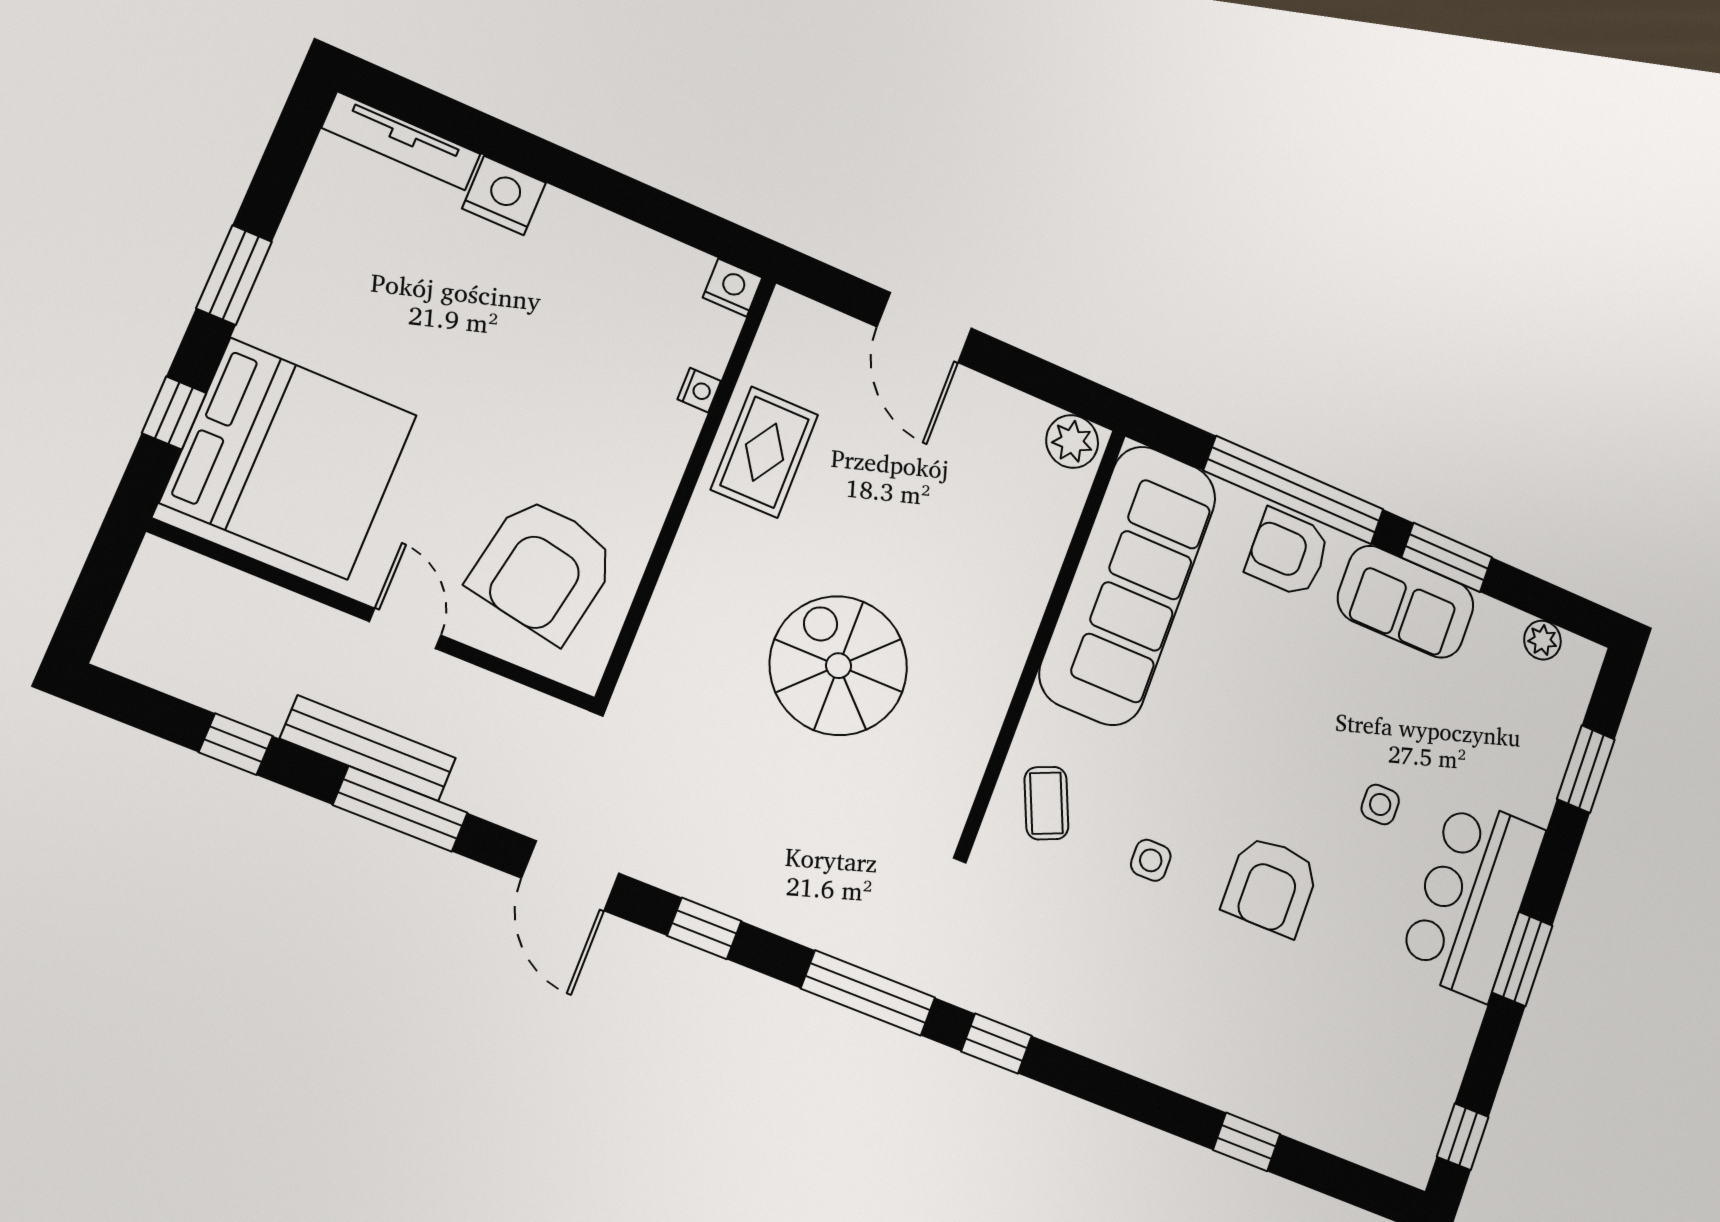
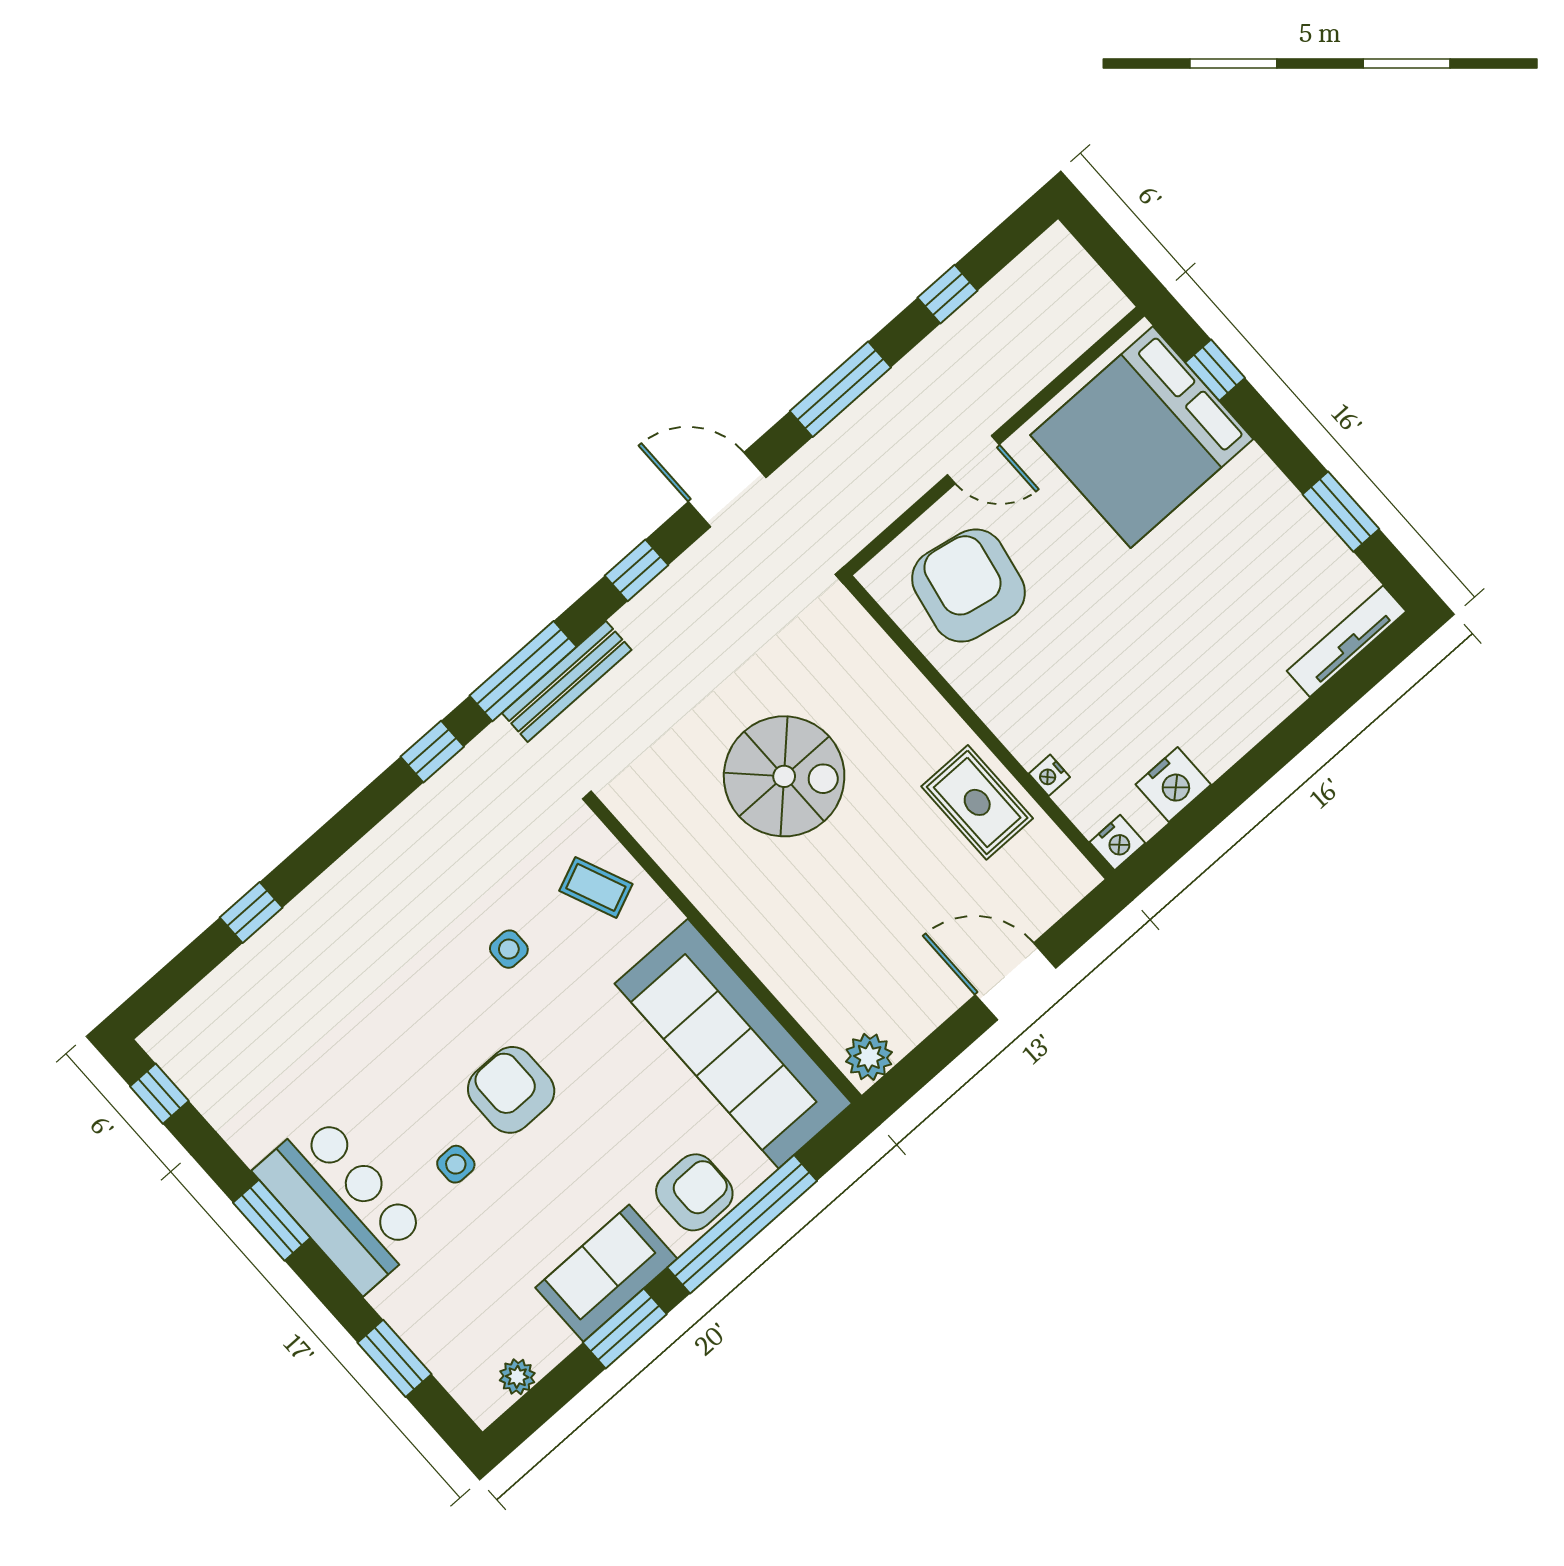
nightstand: (504, 196) -> (1173, 785), moved
window: (234, 275) -> (1341, 512), moved
bench: (368, 748) -> (567, 681), moved
armchair: (1271, 886) -> (511, 1090), moved

